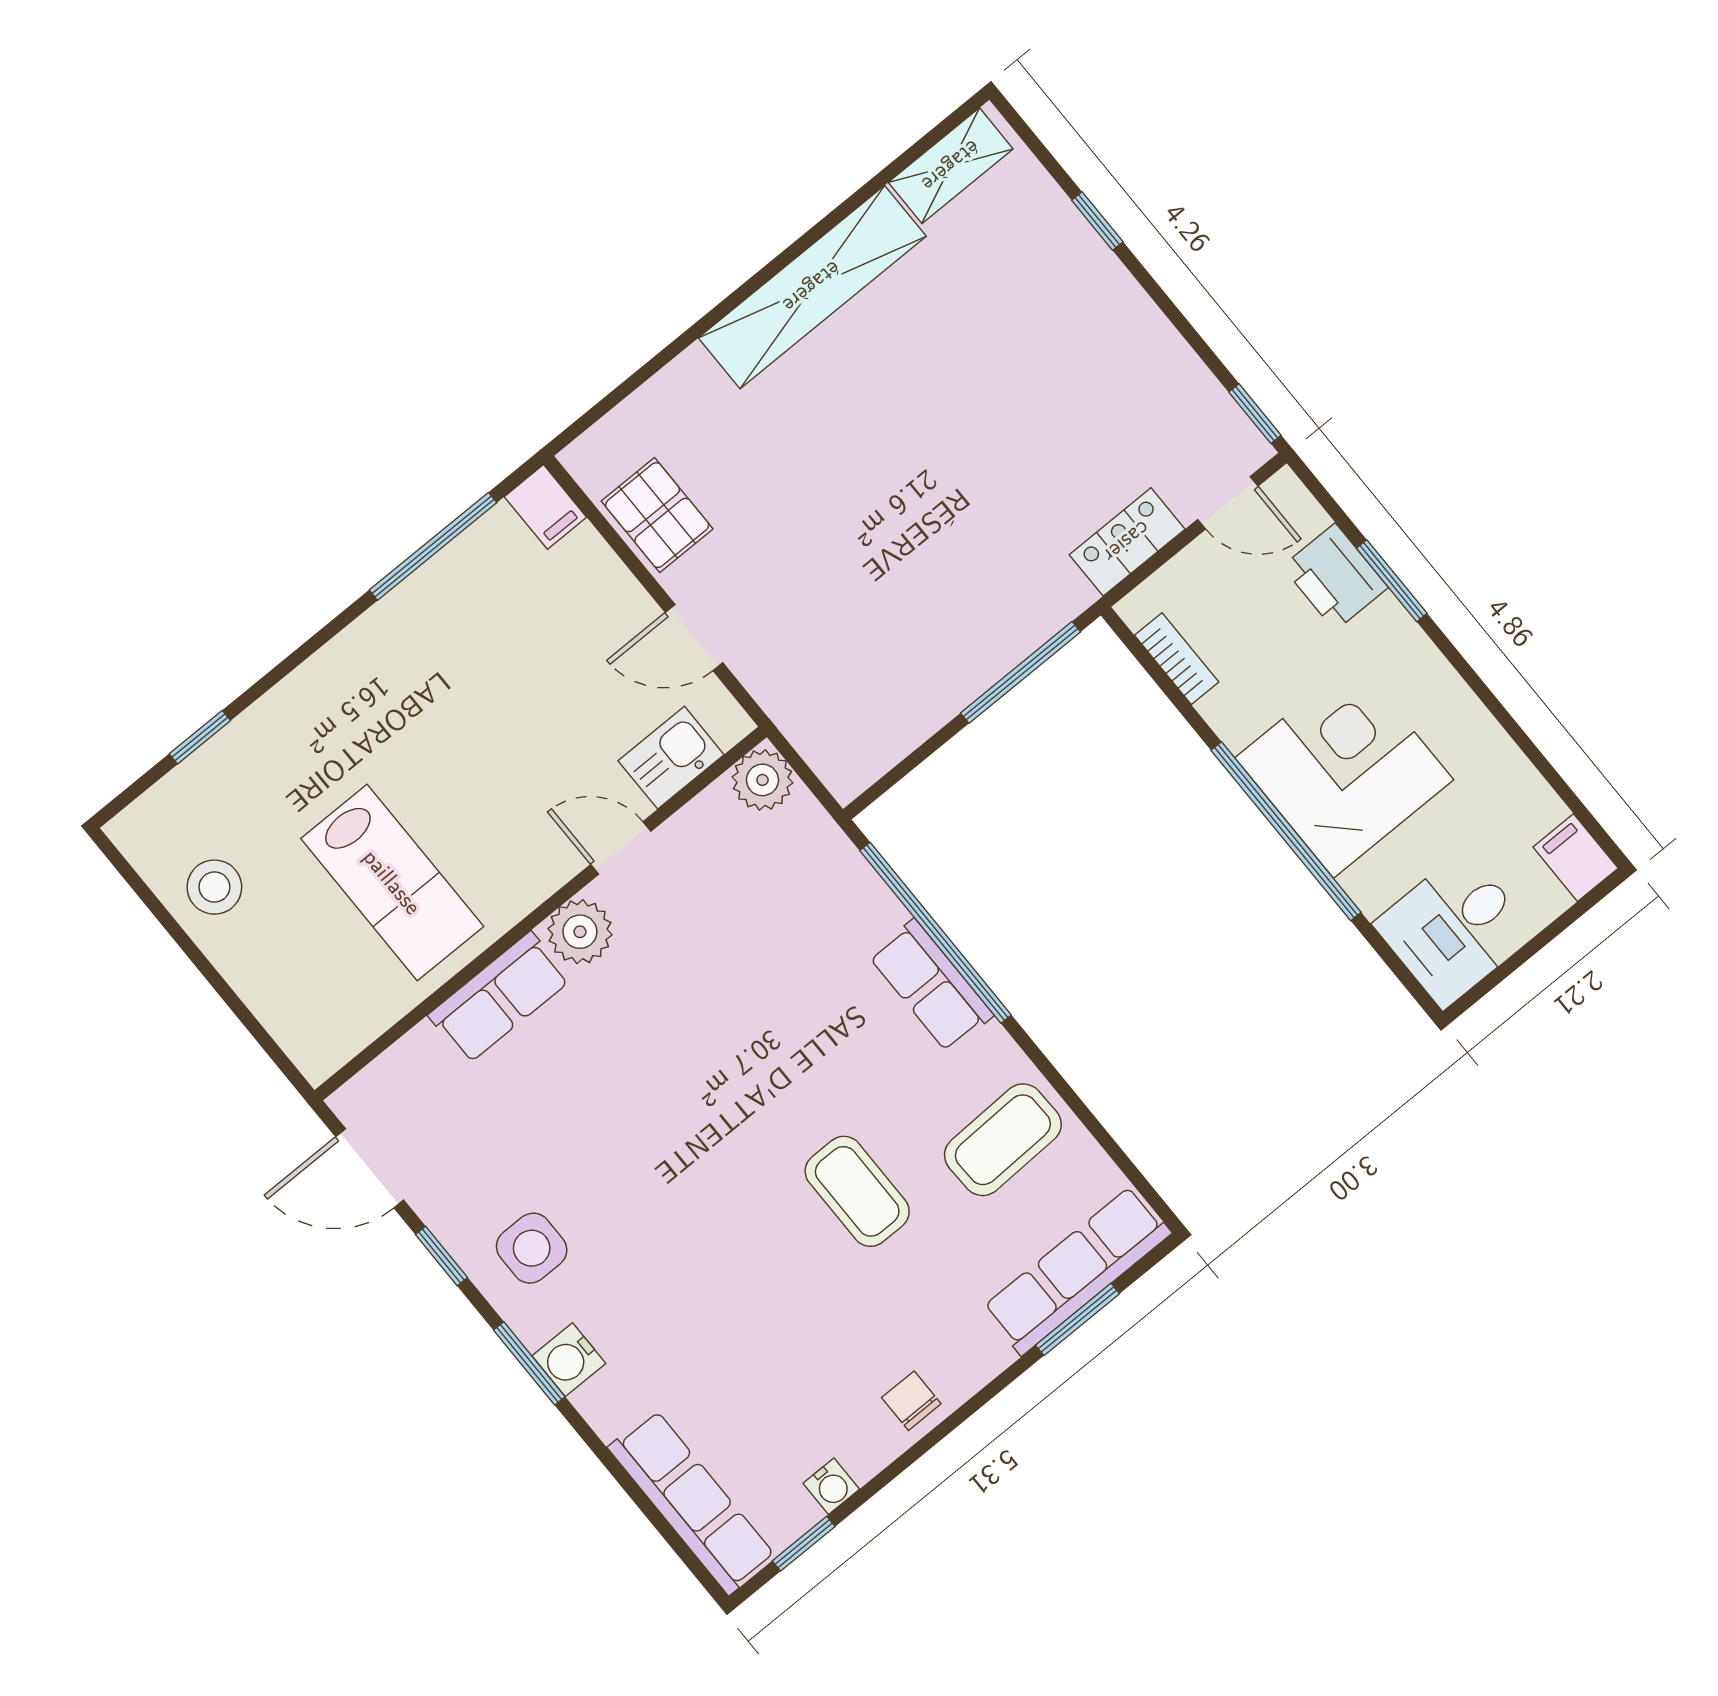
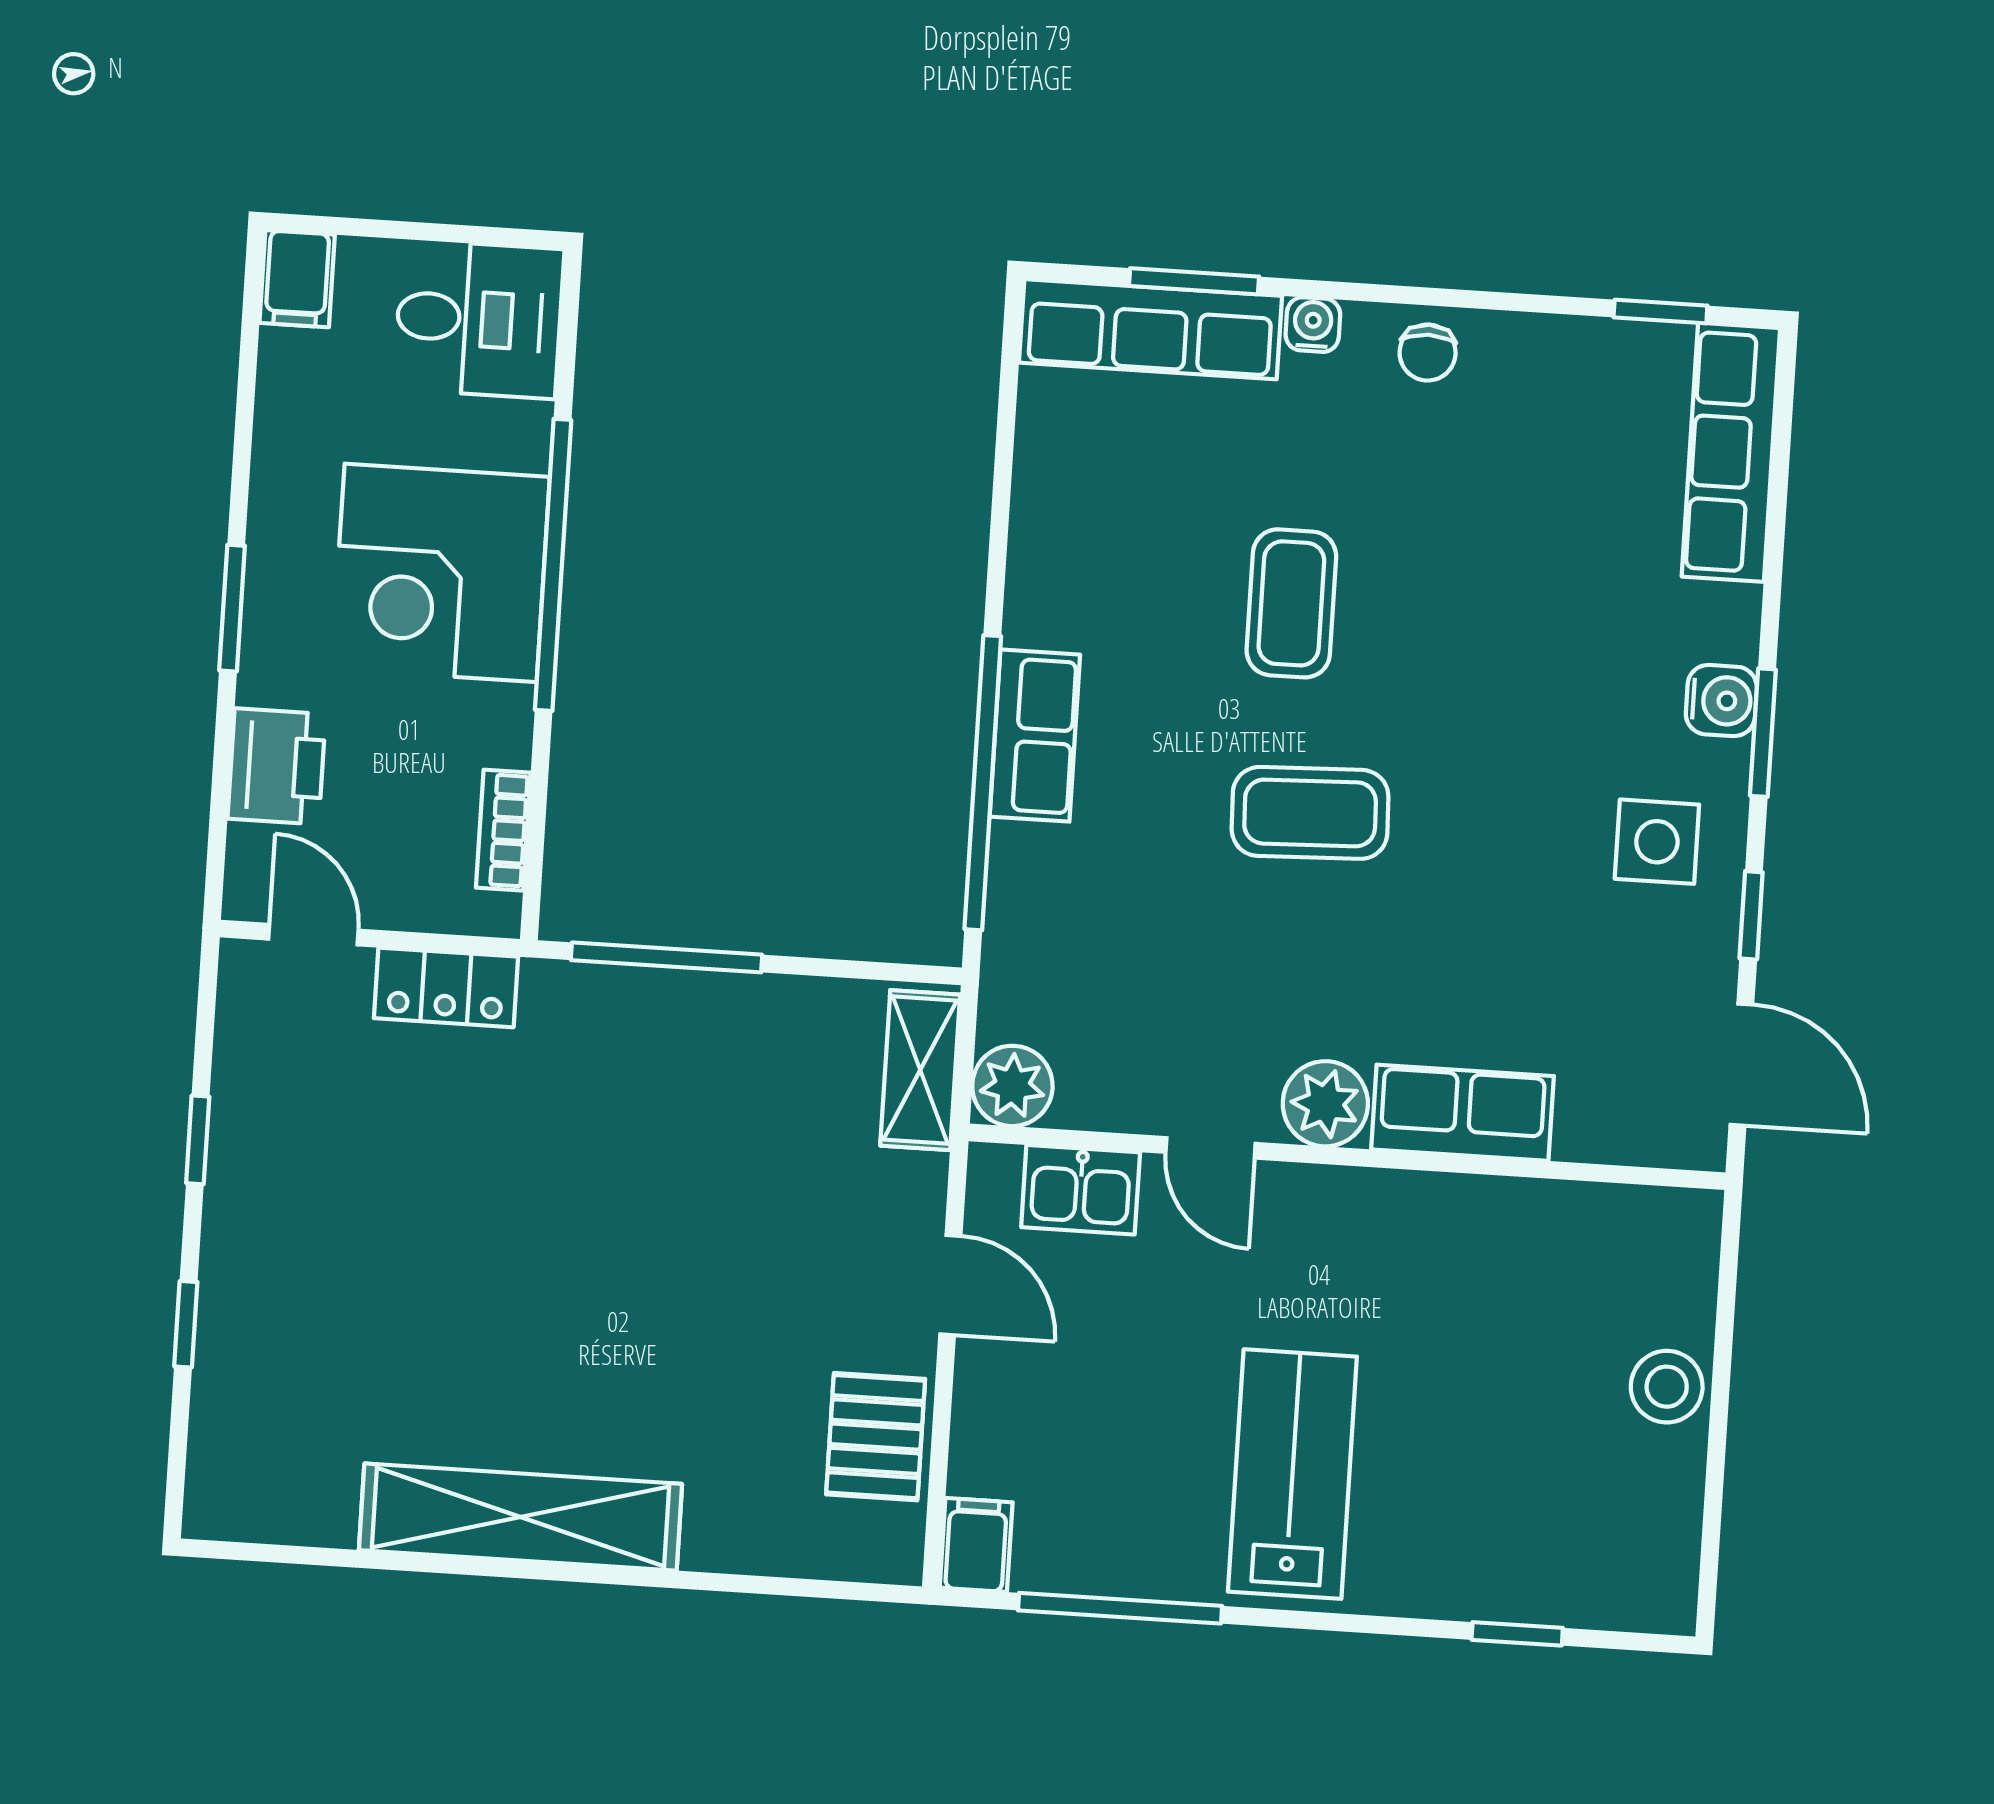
shelving: (951, 166) -> (920, 1070), moved, turned 90
window: (1255, 414) -> (198, 1140), moved
window: (1392, 581) -> (232, 608), moved
lab bench: (392, 882) -> (1292, 1474), moved
stool: (214, 887) -> (1667, 1387), moved
coffee table: (1003, 1140) -> (1310, 813), moved
water cooler: (831, 1486) -> (1313, 325), moved

